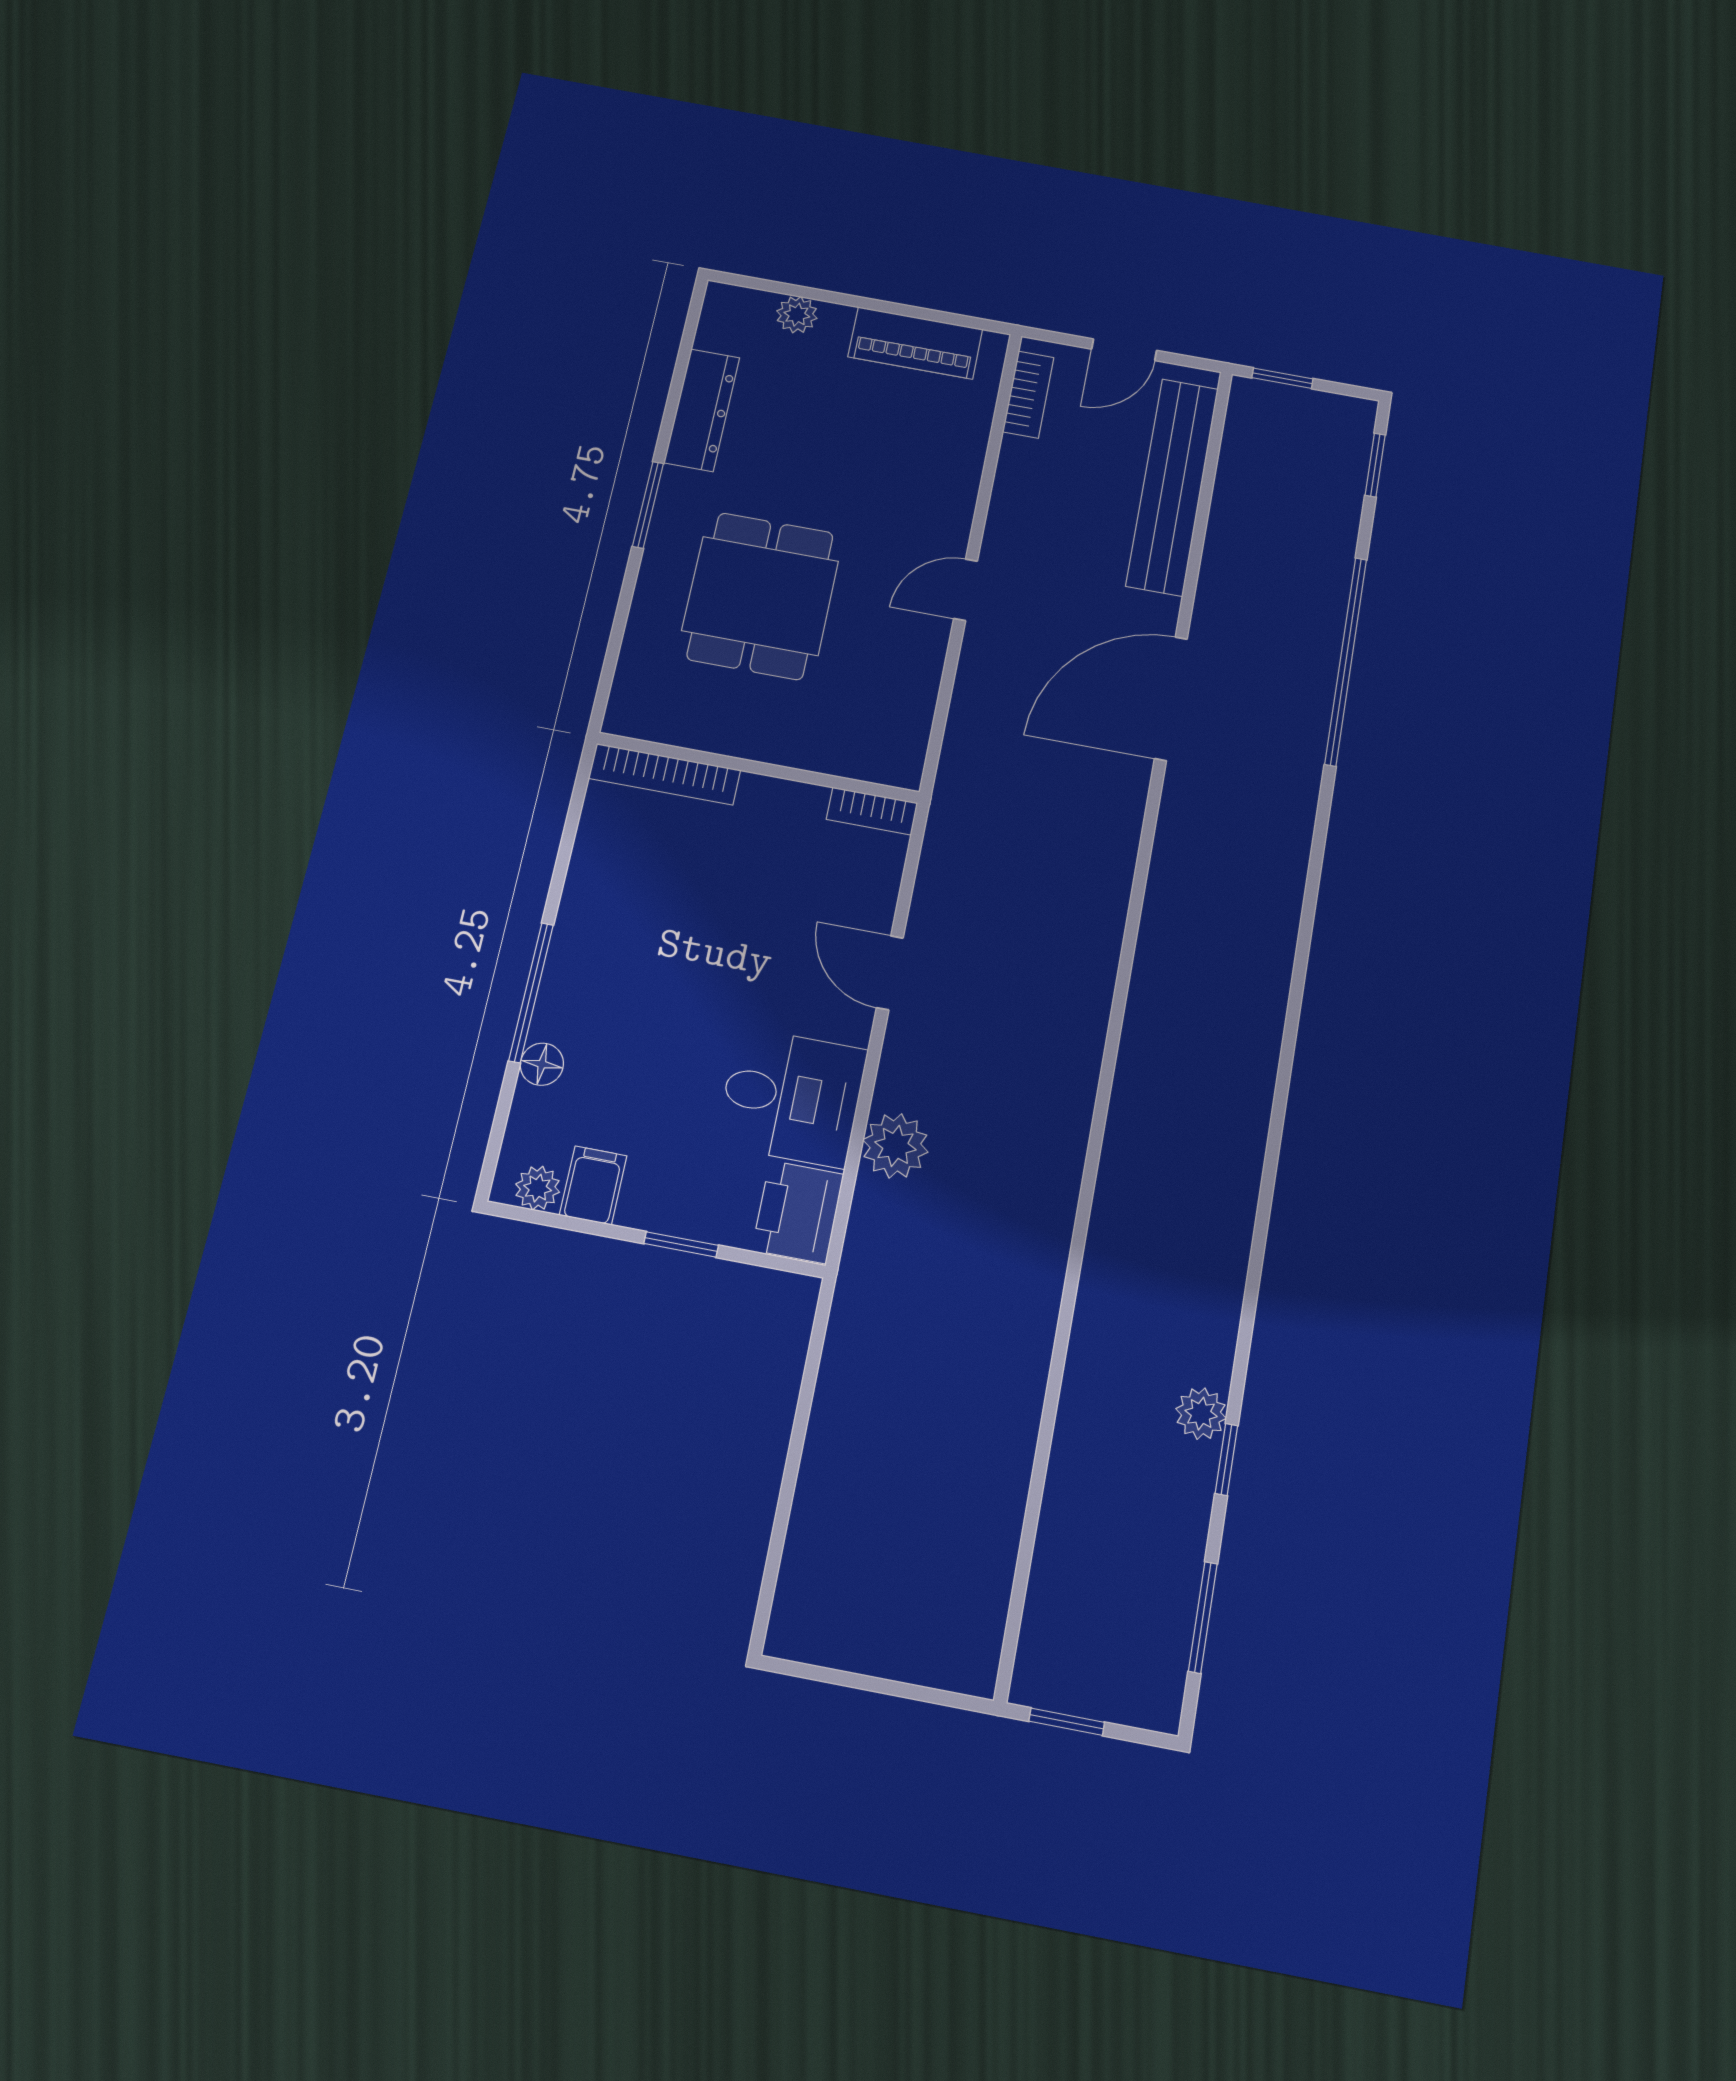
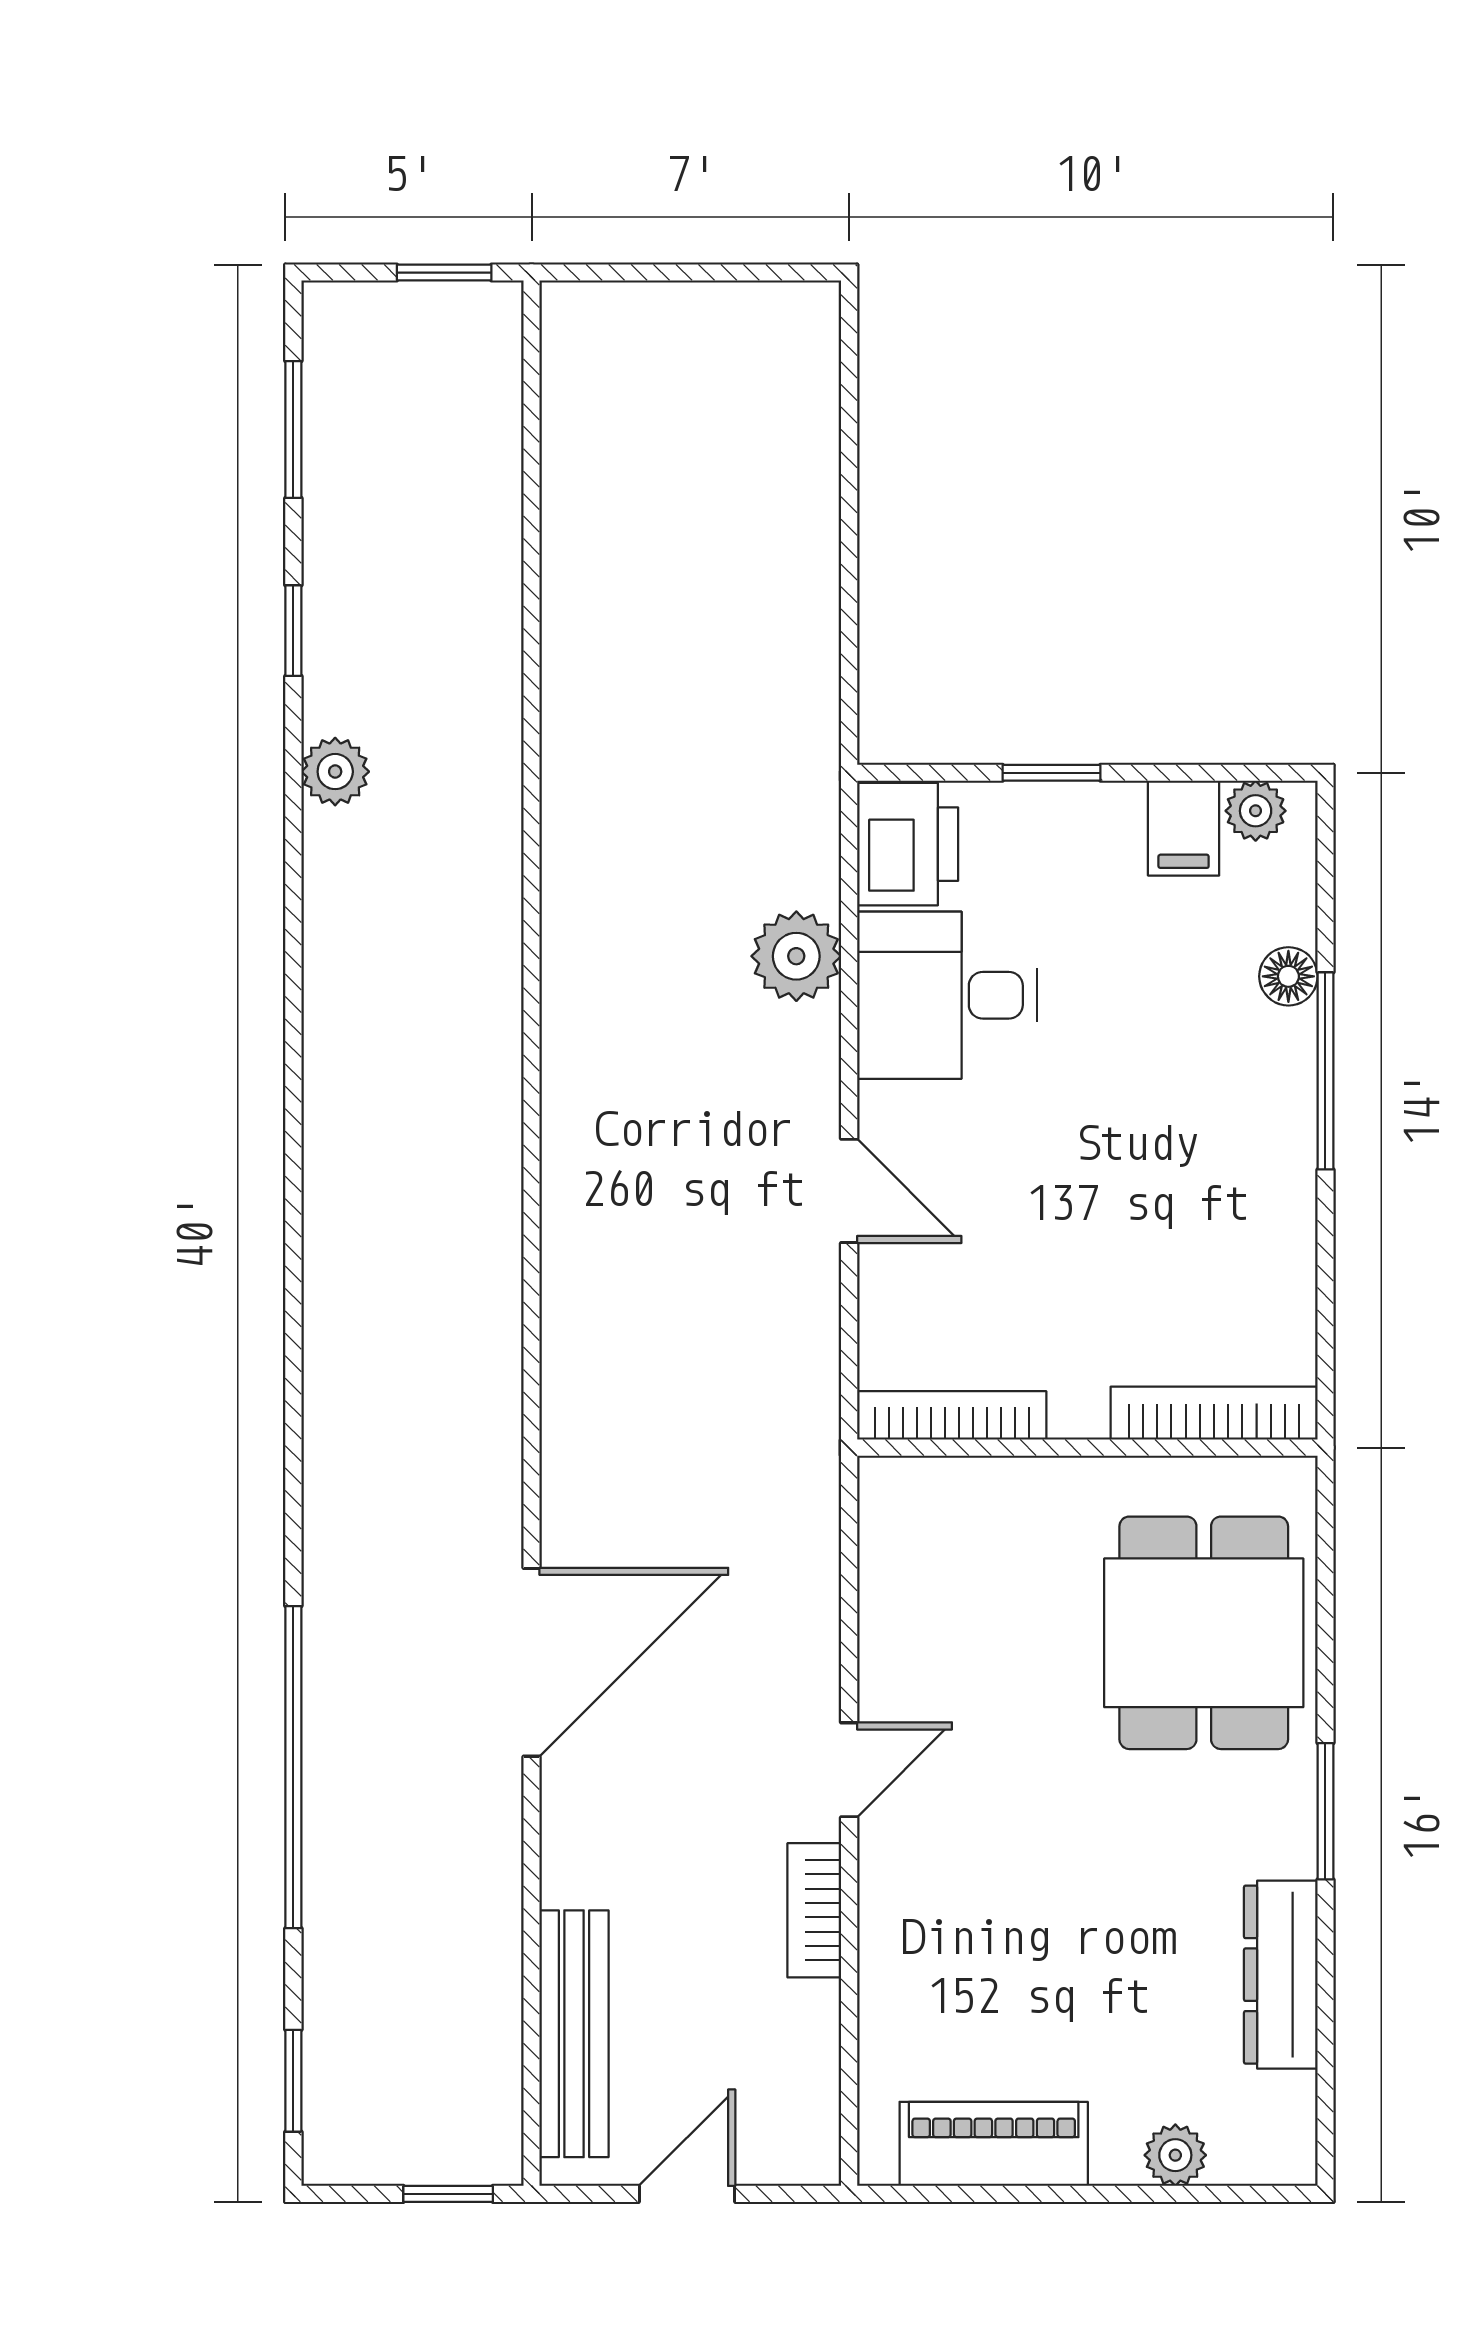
bookcase: (1028, 395) -> (814, 1910), moved
bench: (1172, 487) -> (574, 2034), width x0.73, depth x0.82
dining table: (760, 596) -> (1204, 1633), moved
bookcase: (872, 811) -> (952, 1415), width x1.56
plant: (1201, 1414) -> (335, 772), moved

